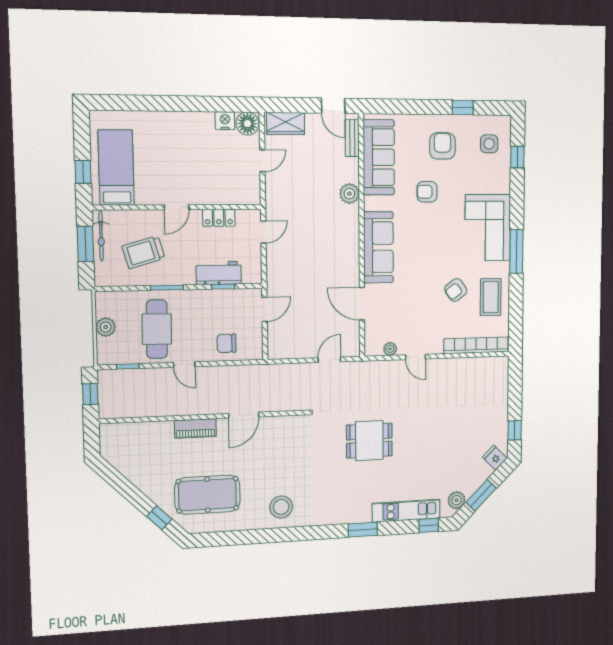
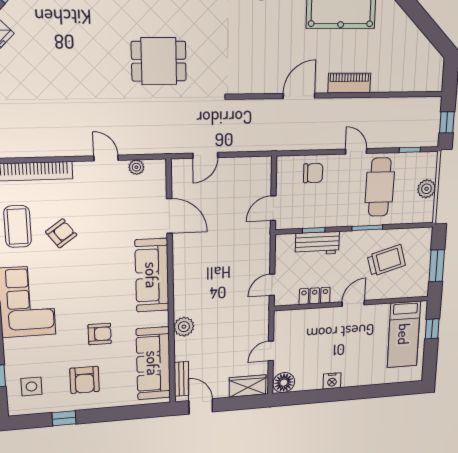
nightstand: (225, 121) -> (332, 381), moved
bicycle: (101, 236) -> (422, 274), removed

